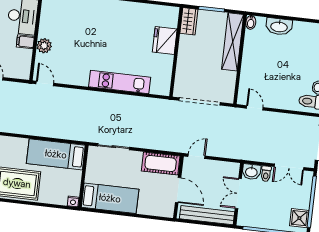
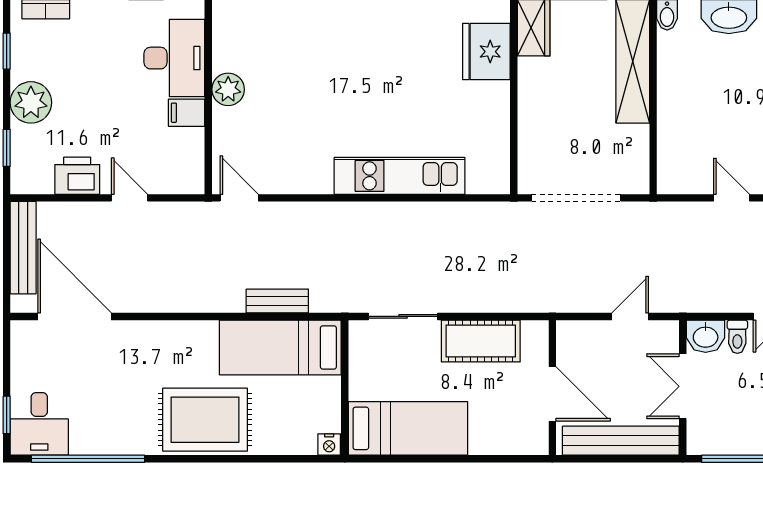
fridge: (165, 41) -> (486, 52), moved
plant: (44, 46) -> (228, 89), moved
door: (255, 108) -> (732, 198), moved
bench: (57, 133) -> (277, 301), added
door: (197, 156) -> (630, 316), moved
cot: (161, 163) -> (481, 341), moved

